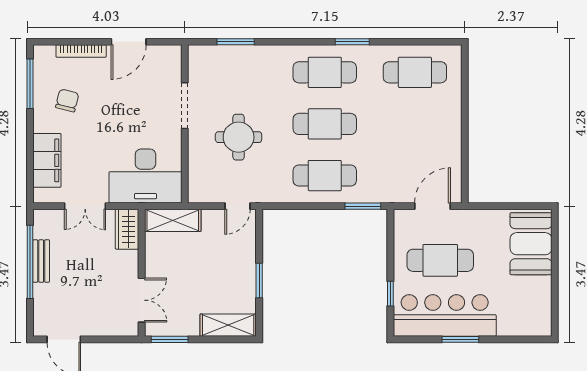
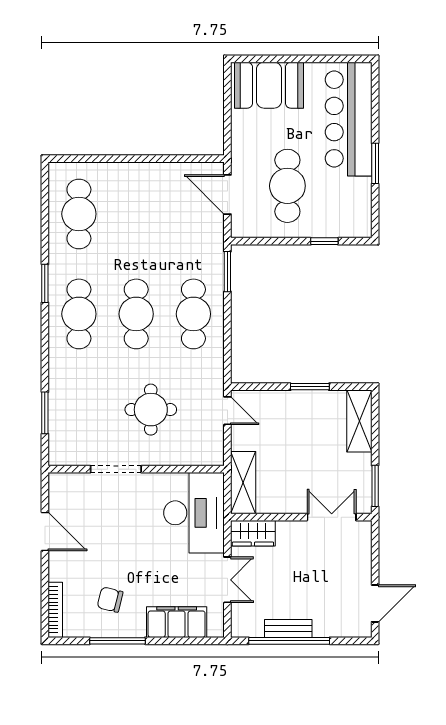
bookcase: (81, 51) -> (55, 610), moved
window: (30, 84) -> (117, 641), moved
bar counter: (445, 315) -> (349, 119), moved

